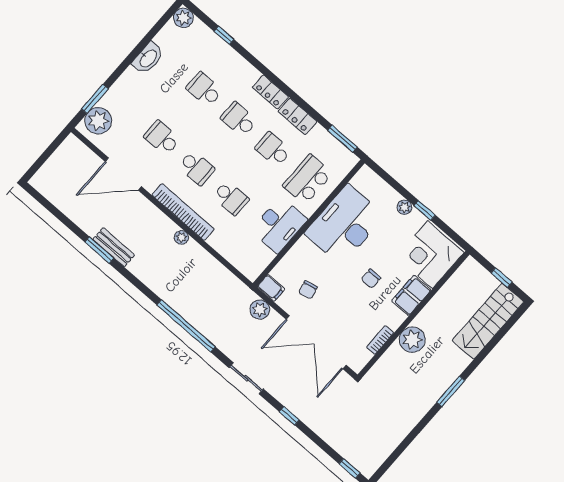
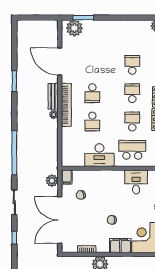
washbasin: (148, 58) -> (124, 26), removed
school desk: (162, 138) -> (92, 65), removed
desk: (345, 225) -> (136, 182), width x0.53, depth x0.77
bench: (114, 247) -> (53, 96), moved

